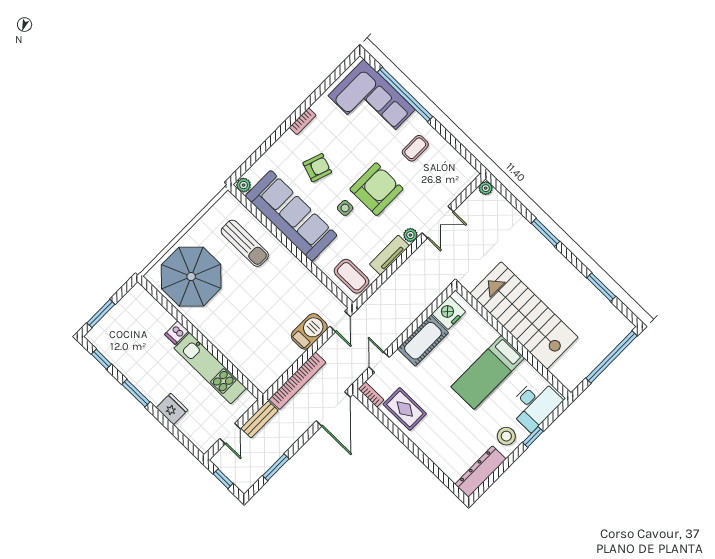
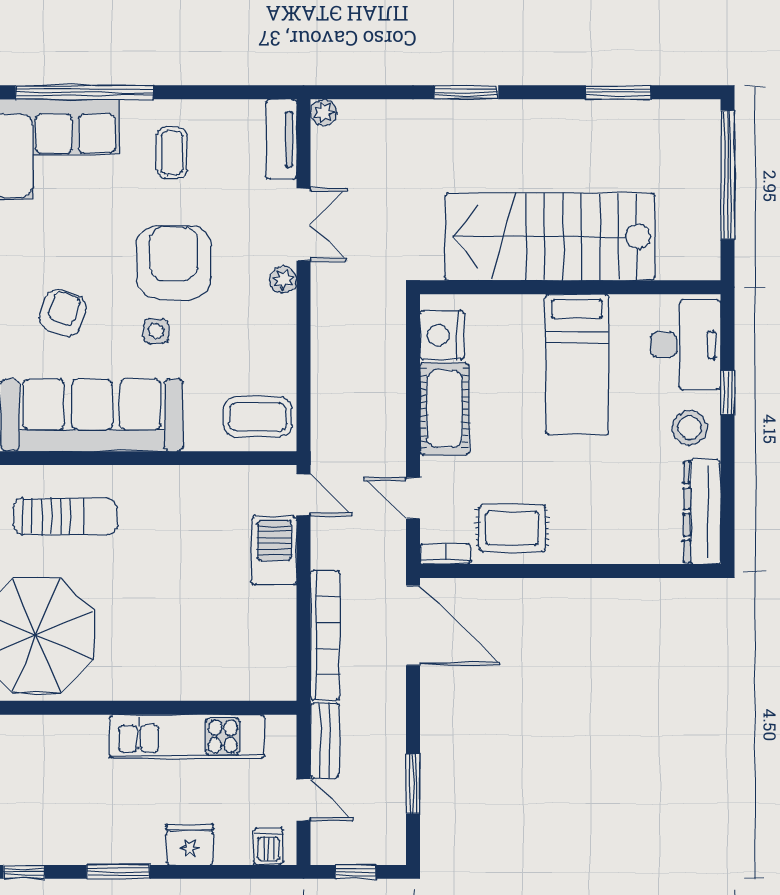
tv unit: (389, 255) -> (281, 139), moved
dishwasher: (176, 333) -> (269, 846), moved, turned 180

